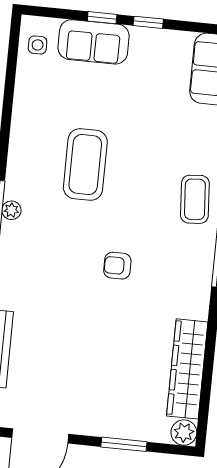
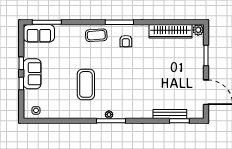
sofa: (94, 42) -> (32, 74), moved
coffee table: (85, 165) -> (86, 84), turned 90
armchair: (117, 266) -> (126, 41), moved

